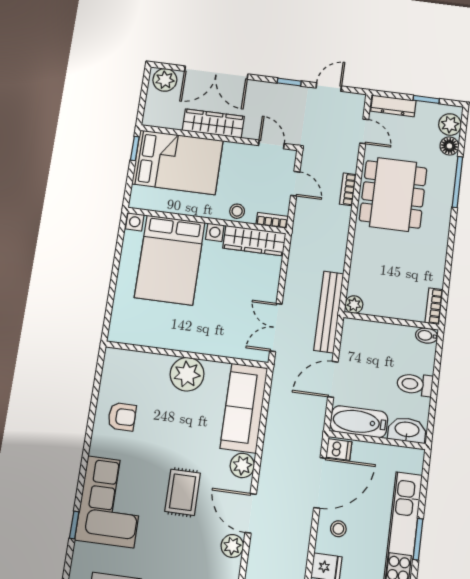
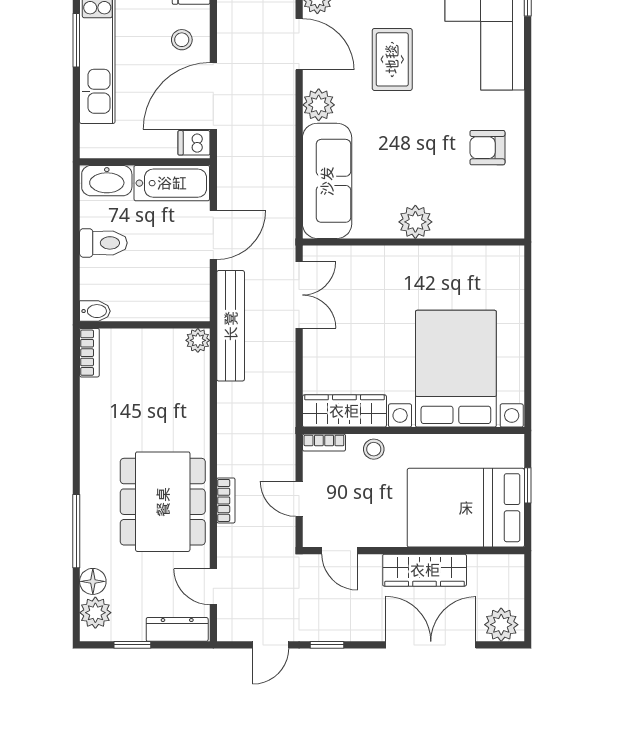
window: (135, 148) -> (528, 485), moved
plant: (187, 374) -> (415, 222), width x0.73, depth x0.73

